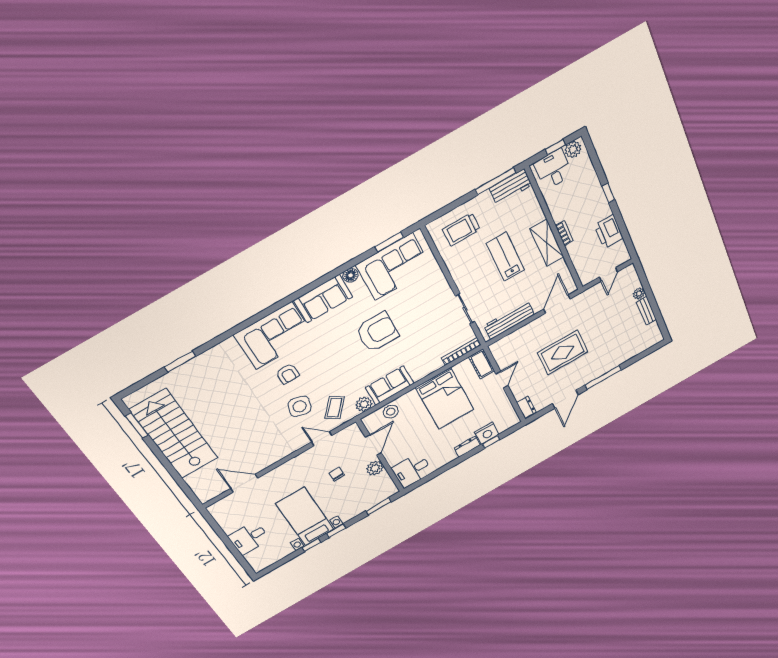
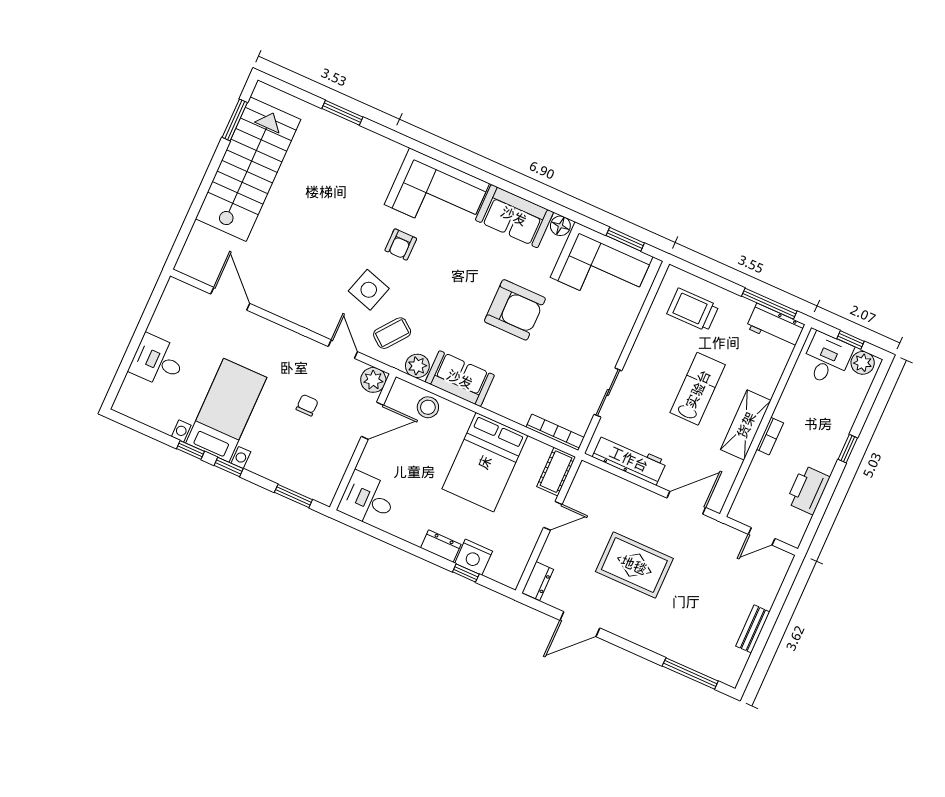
plant: (639, 293) -> (766, 598), removed
window: (603, 377) -> (690, 673), moved
plant: (375, 468) -> (373, 380), moved

